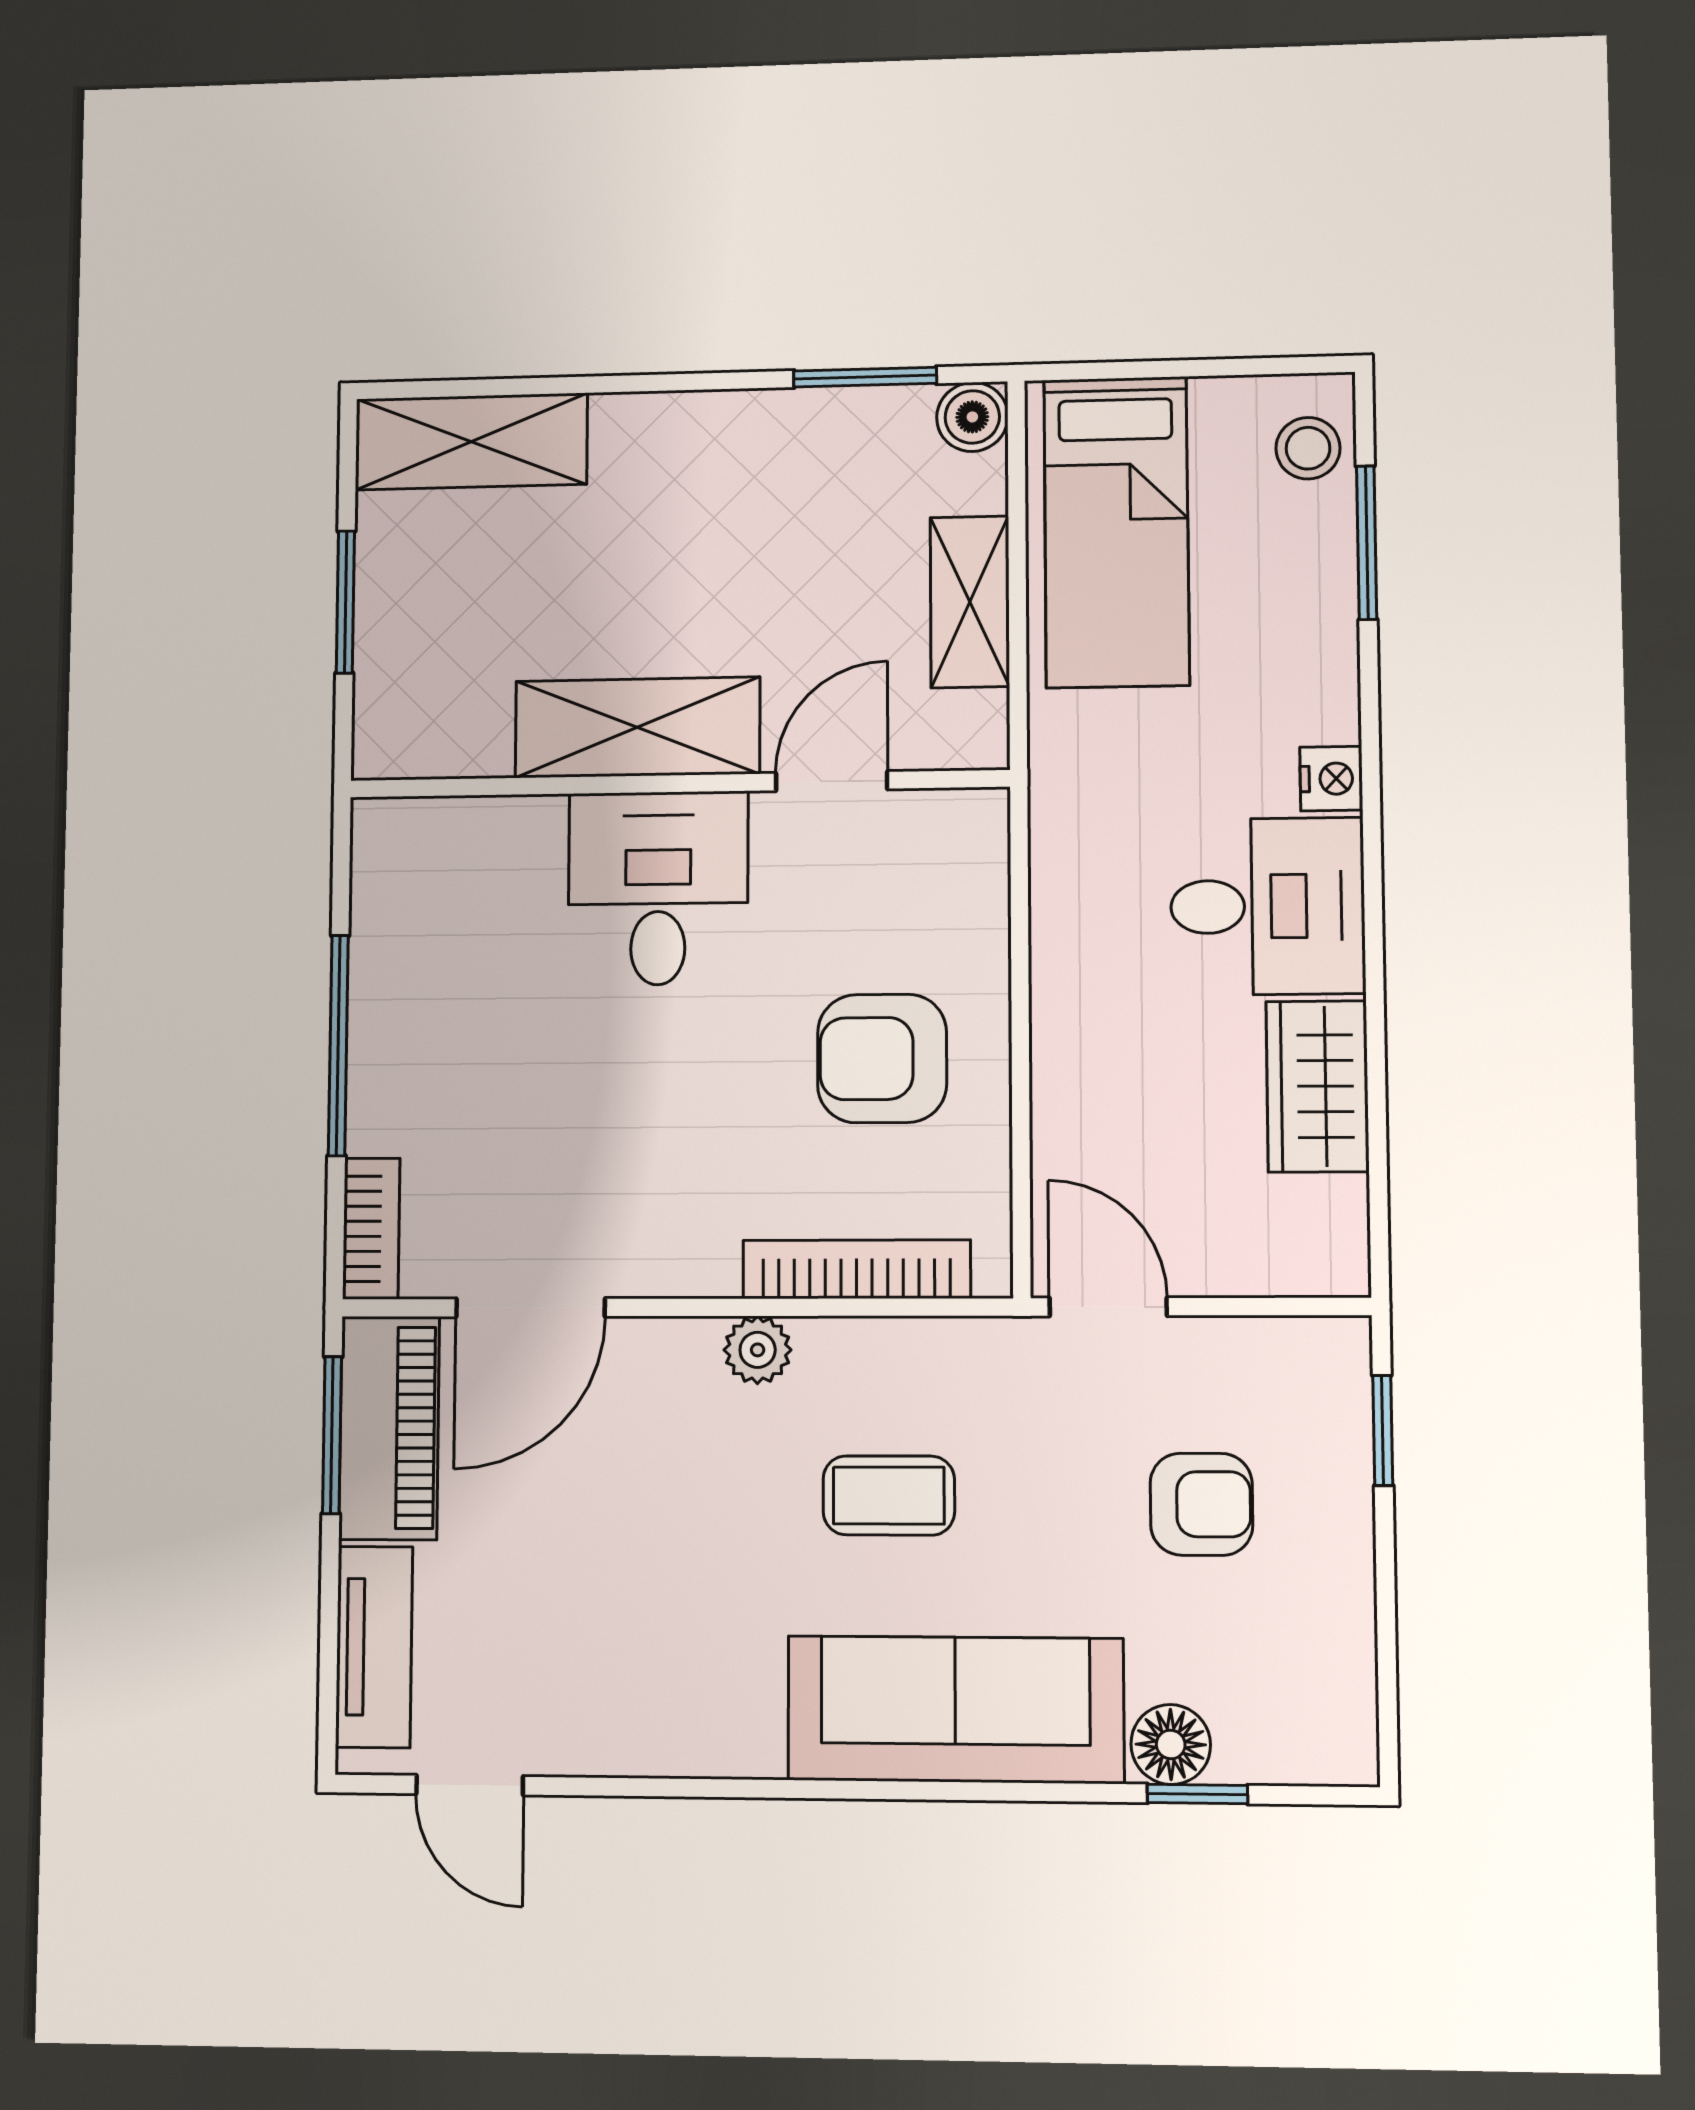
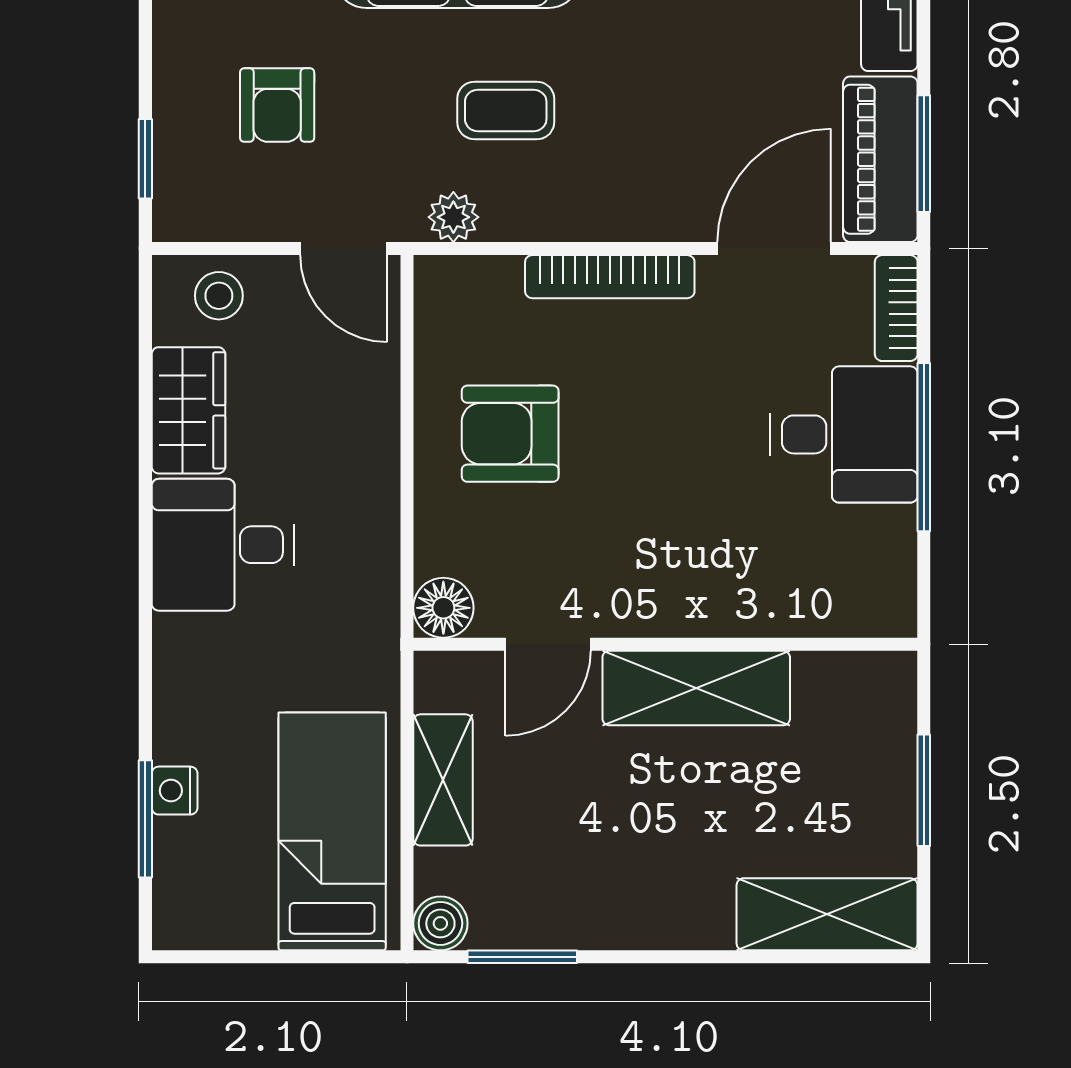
stool: (1308, 448) -> (219, 296), moved
nightstand: (1331, 779) -> (175, 791), moved
floor lamp: (970, 827) -> (443, 608), added
desk: (658, 888) -> (844, 434), moved, turned -90
armchair: (882, 1058) -> (510, 434), turned 180
bookcase: (857, 1269) -> (610, 277), moved
plant: (758, 1350) -> (453, 217), moved
armchair: (1201, 1504) -> (277, 105), turned -90

